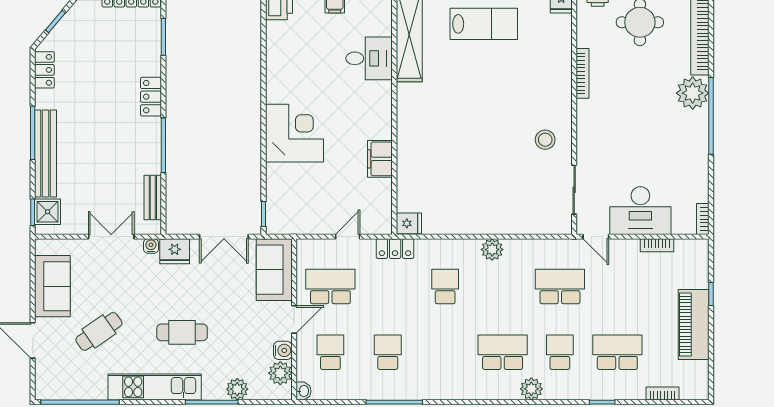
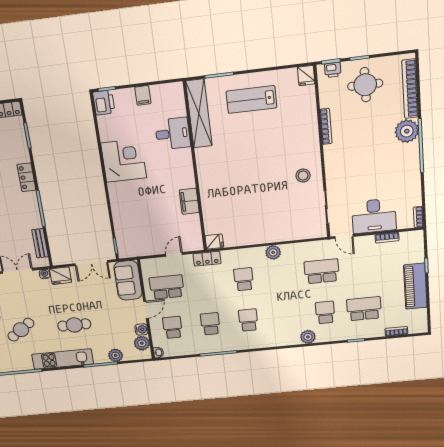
lab bench: (484, 24) -> (251, 100), turned 180
corner desk: (294, 133) -> (124, 160), moved
school desk: (503, 352) -> (248, 320), moved, width x0.54

